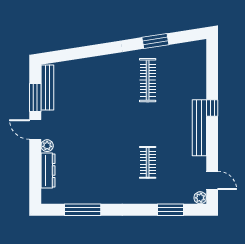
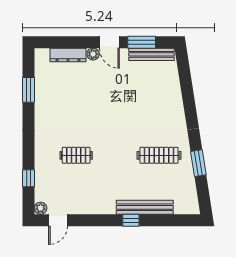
bench: (199, 128) -> (145, 207), moved
door: (35, 129) -> (109, 42), swing flipped
window: (83, 210) -> (29, 90), width x0.69
window: (171, 210) -> (29, 178), width x0.67

